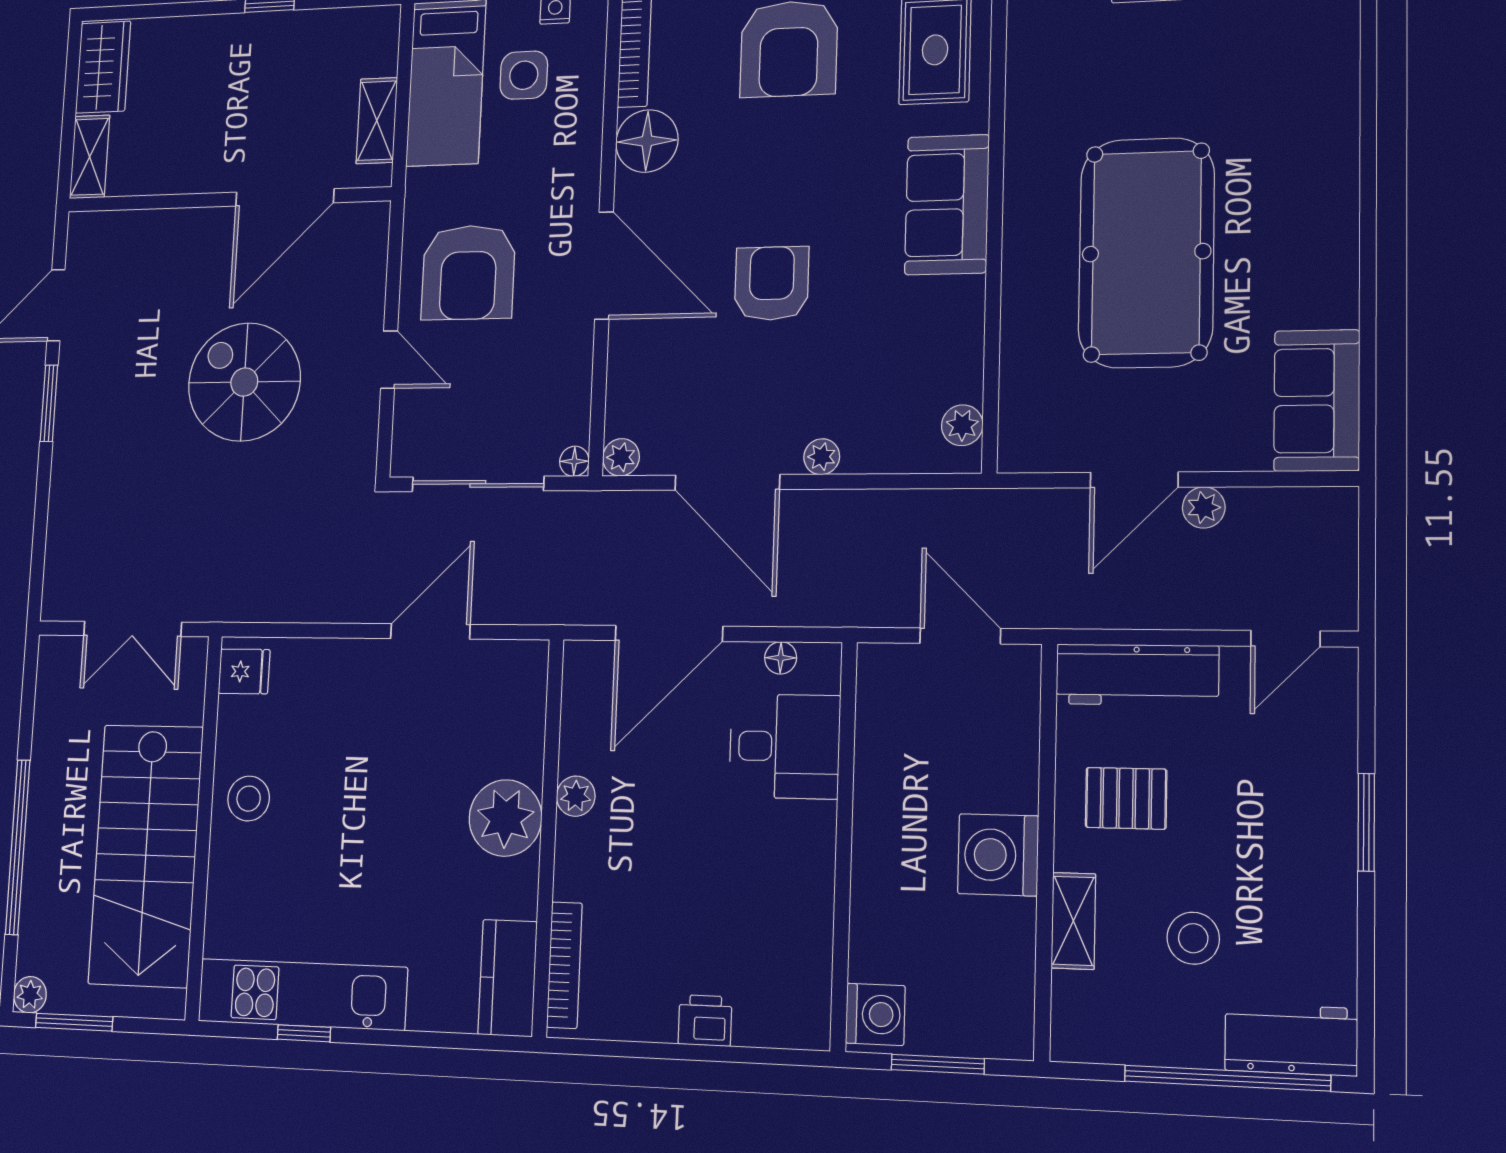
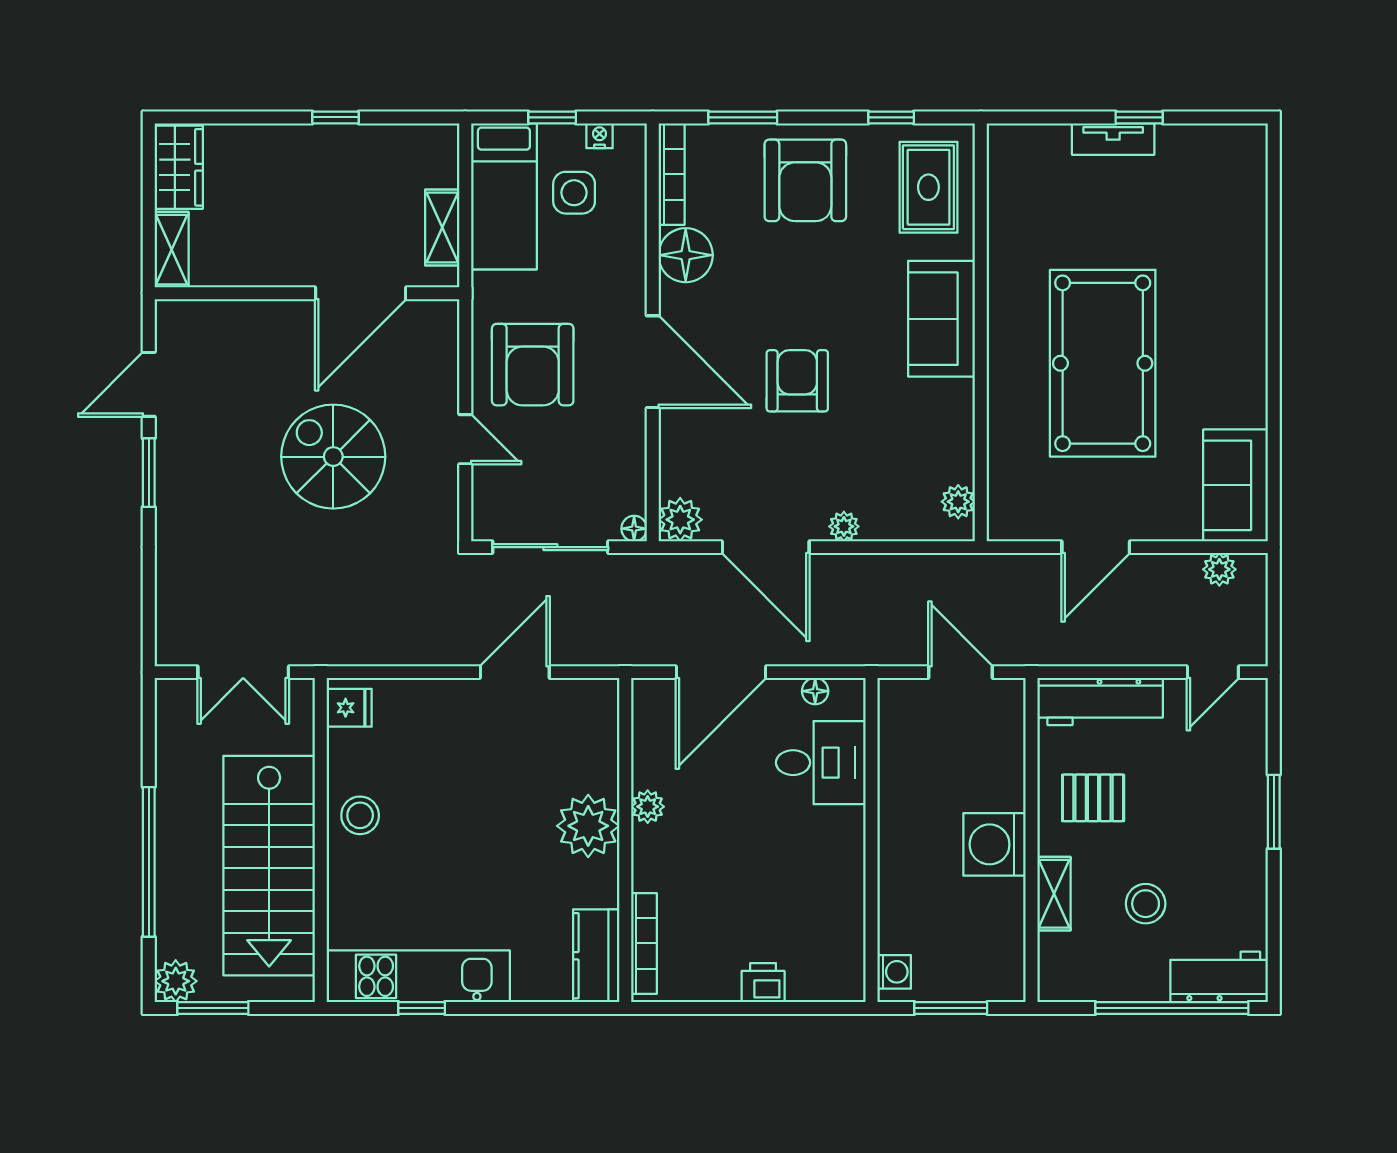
plant: (621, 457) -> (680, 520), width x1.38, depth x1.38
plant: (1204, 507) -> (1219, 569), moved
plant: (30, 995) -> (176, 981), width x1.38, depth x1.38
washing machine: (875, 1014) -> (894, 972), width x0.73, depth x0.73

